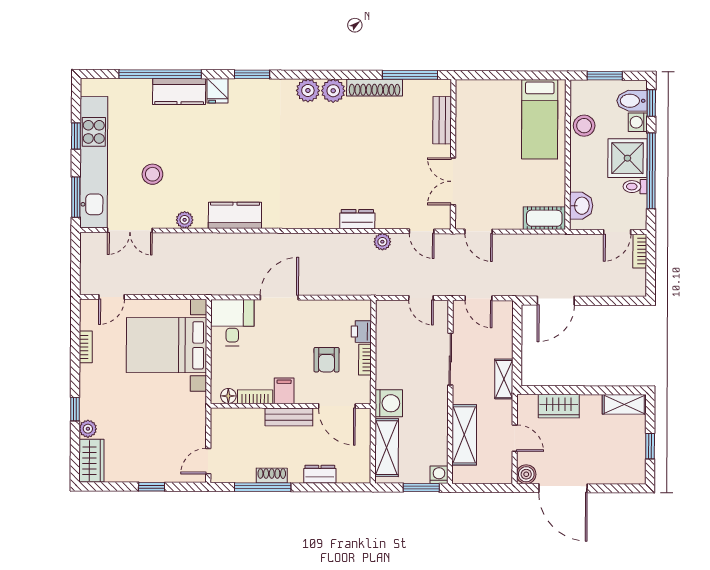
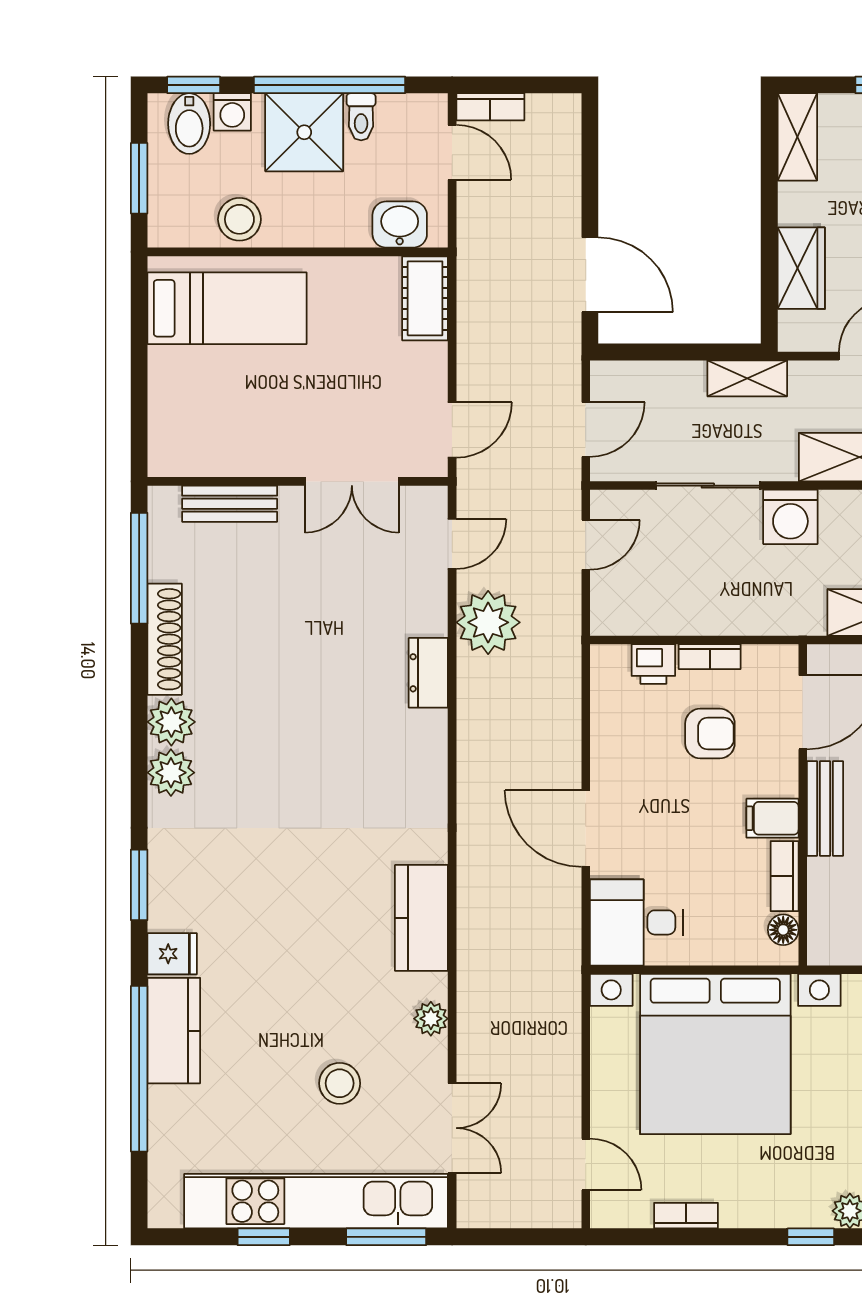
plant: (382, 242) -> (488, 622), width x1.87, depth x1.87
bed with nightstands: (167, 345) -> (715, 1054), width x1.36
washing machine: (389, 403) -> (790, 517), moved, turned 180

